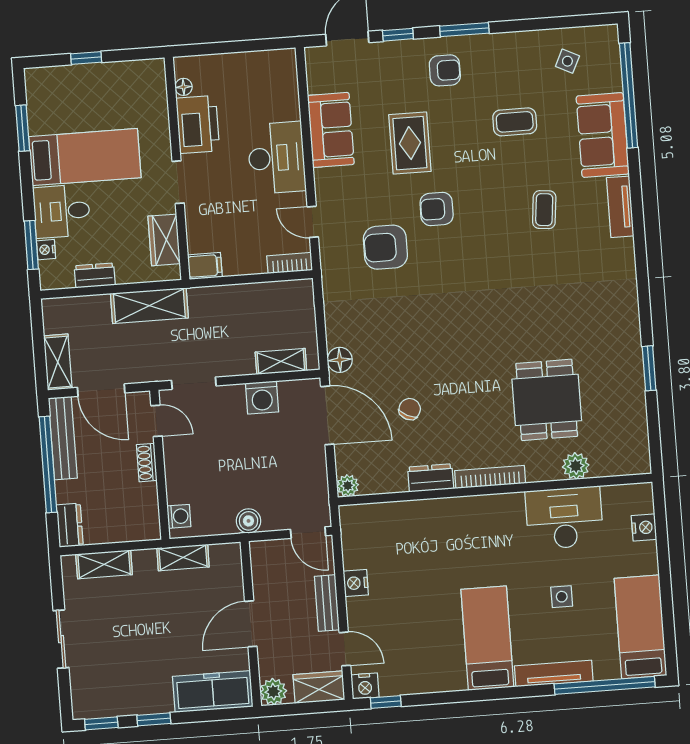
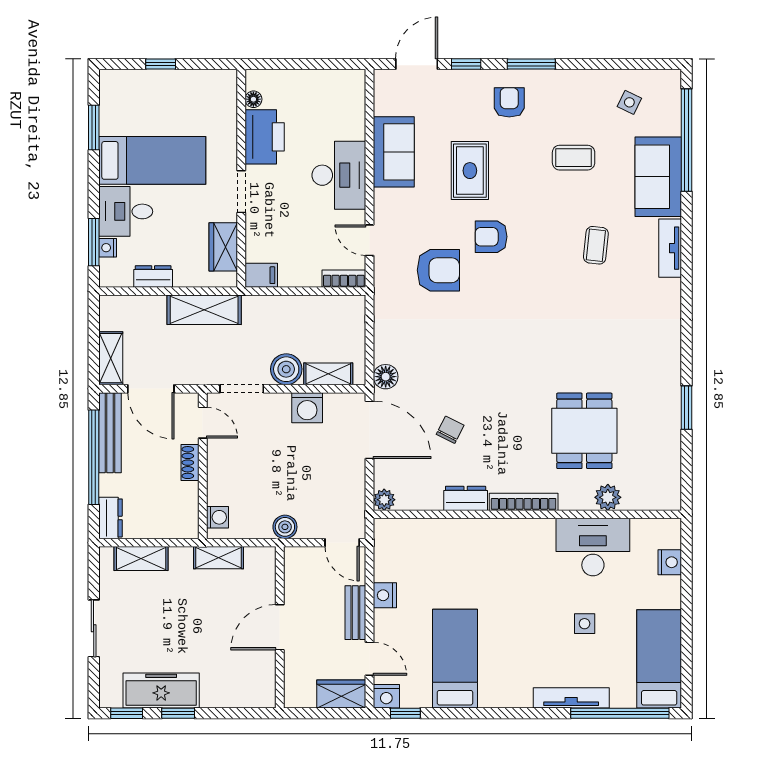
armchair: (445, 70) -> (509, 102), turned -90
armchair: (385, 247) -> (438, 270), turned 180
boiler: (238, 360) -> (286, 369), added
bed: (487, 638) -> (455, 659), moved
freezer: (213, 691) -> (161, 690), moved
plant: (273, 692) -> (297, 695), removed

